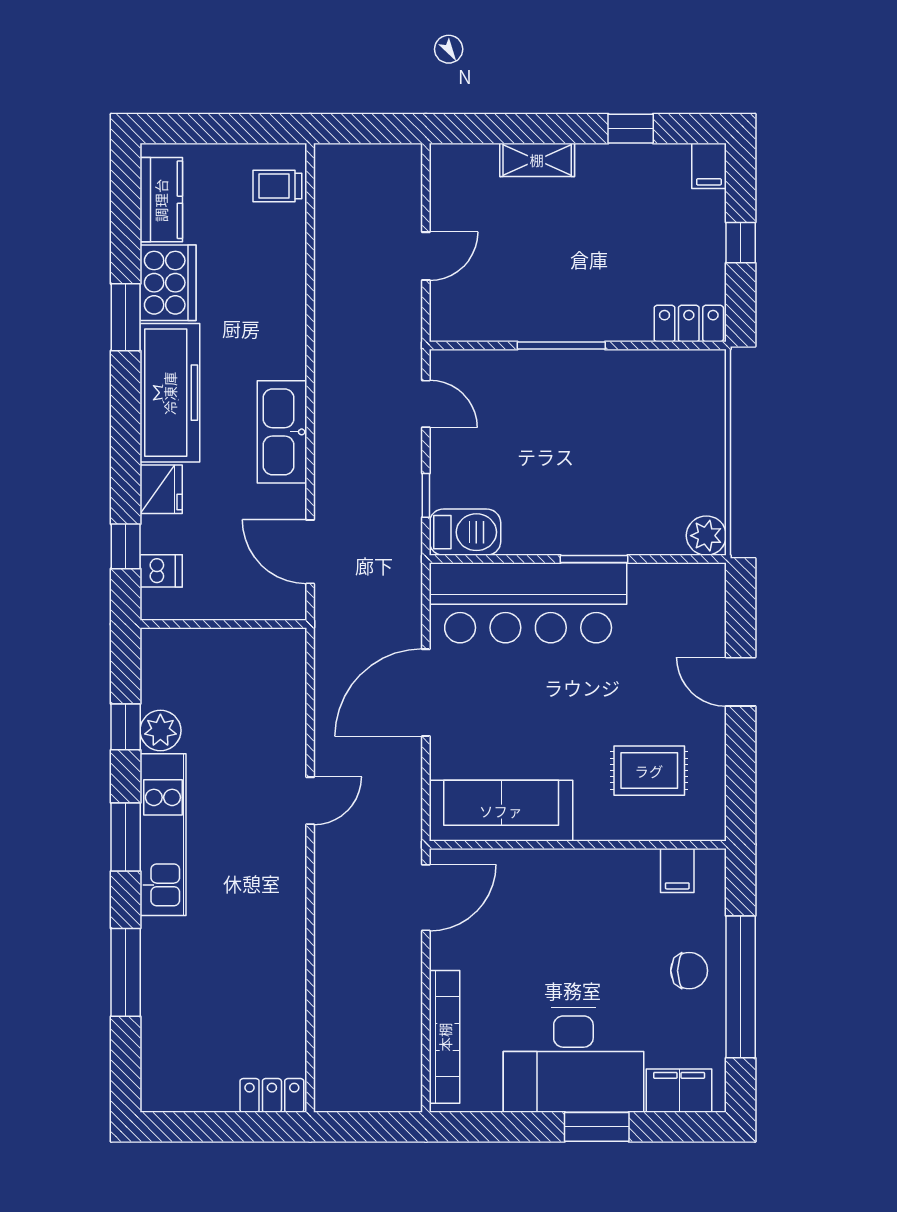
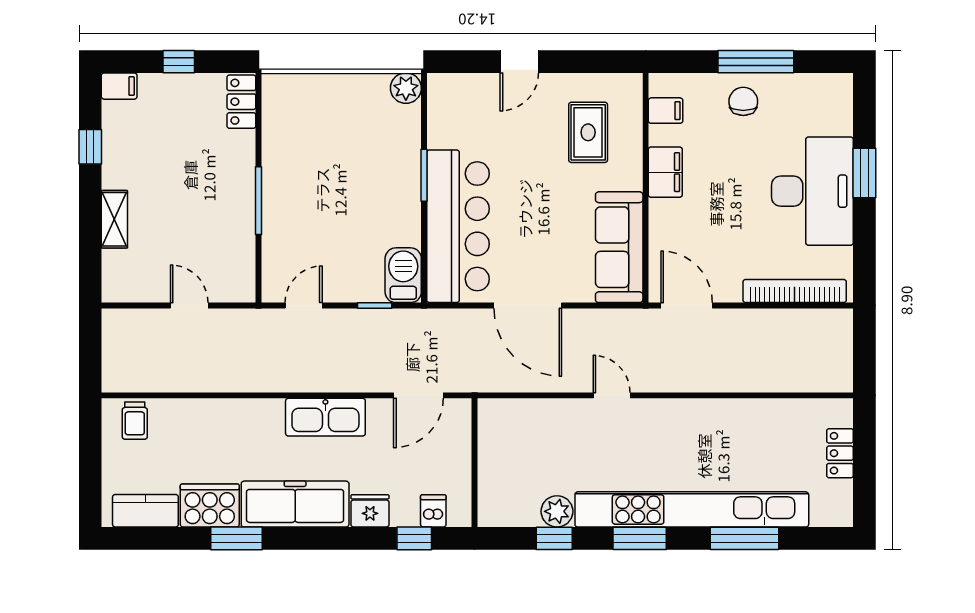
kitchen unit: (163, 835) -> (692, 509), width x1.86
window: (741, 987) -> (756, 62), width x0.68
filing cabinet: (679, 1091) -> (665, 172), moved, turned 180
locker: (272, 1095) -> (840, 453), moved

